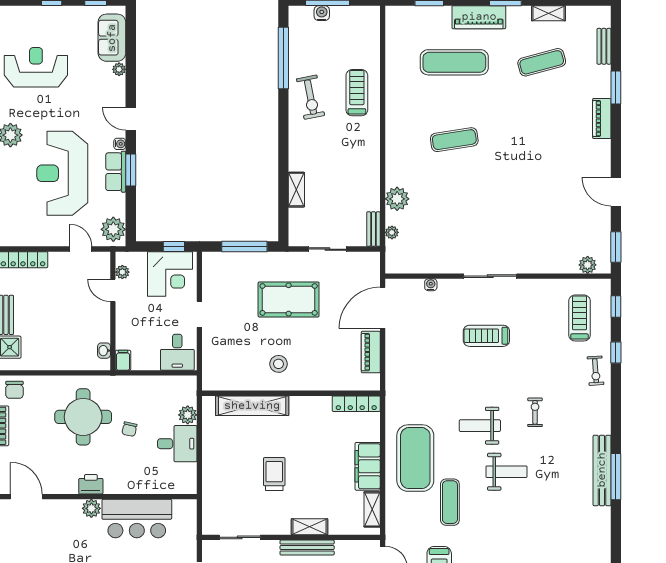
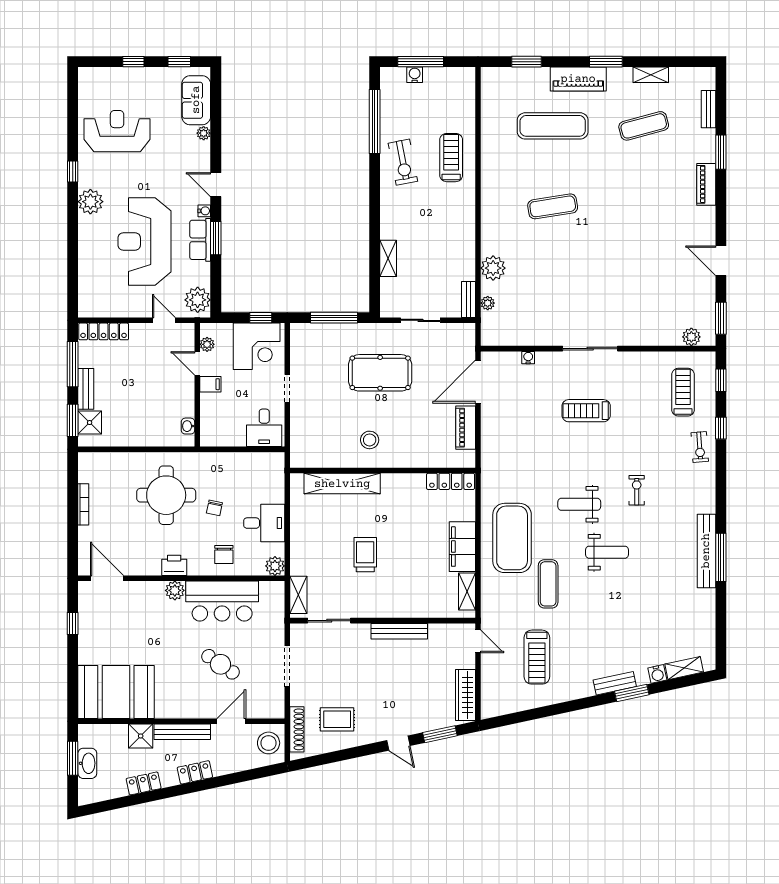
filing cabinet: (123, 360) -> (210, 384), moved, turned 90
chair: (14, 390) -> (224, 555), moved
plant: (188, 415) -> (275, 566), moved
shelving: (310, 527) -> (298, 595), moved, turned 90

